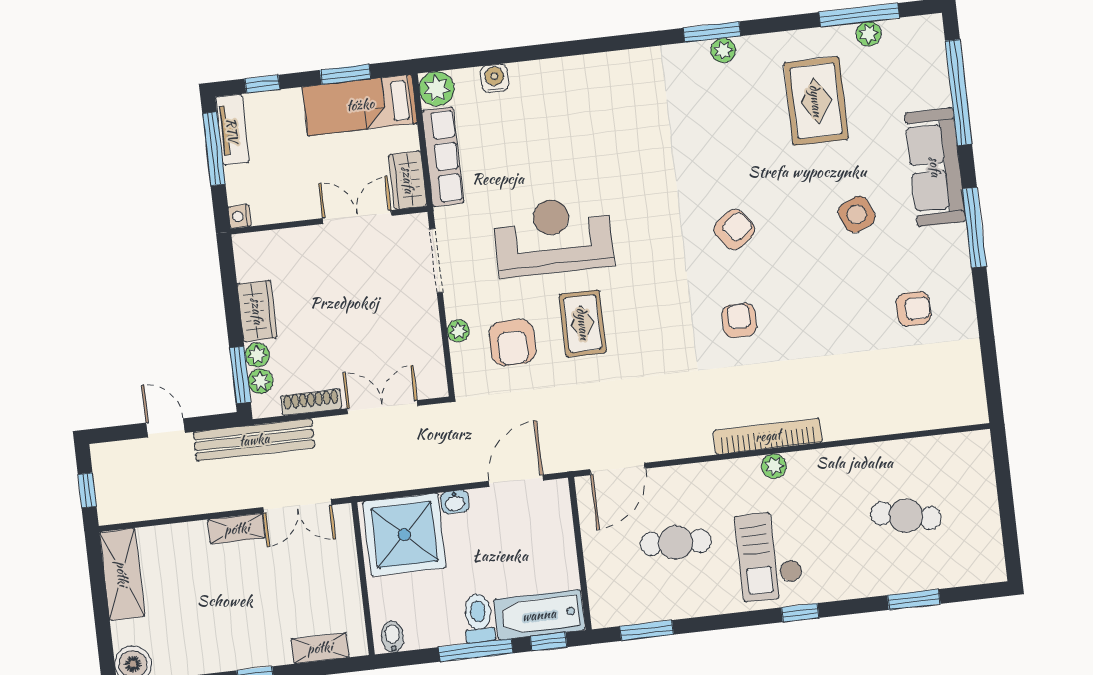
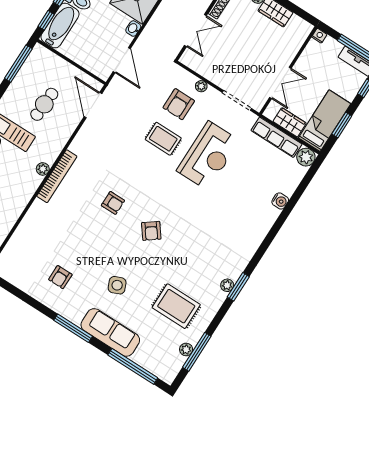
water cooler: (495, 78) -> (280, 201), moved
wardrobe: (408, 180) -> (290, 122), moved
armchair: (512, 342) -> (179, 104), turned -90
window: (647, 630) -> (18, 64), width x1.44

